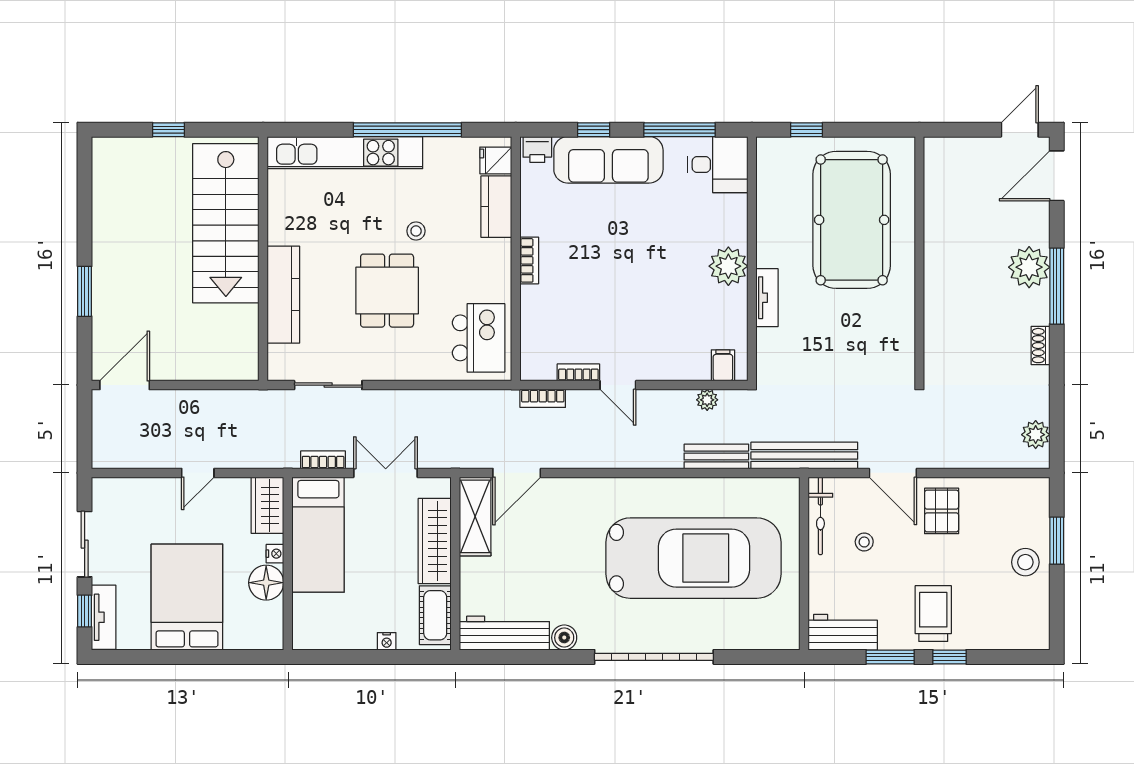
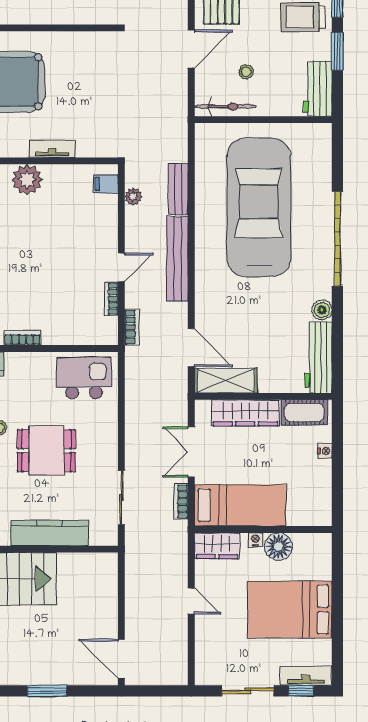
bench: (804, 456) -> (177, 259), moved

